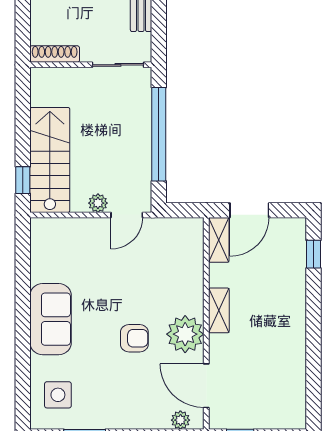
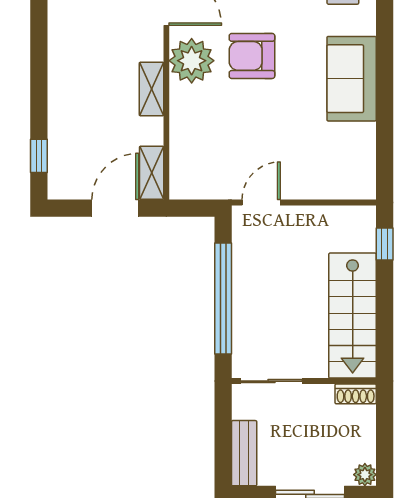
shoe rack: (55, 54) -> (356, 394), width x0.70
stairs: (50, 160) -> (353, 316), moved
plant: (98, 203) -> (295, 217), removed
armchair: (134, 338) -> (252, 56), width x1.38, depth x1.38

